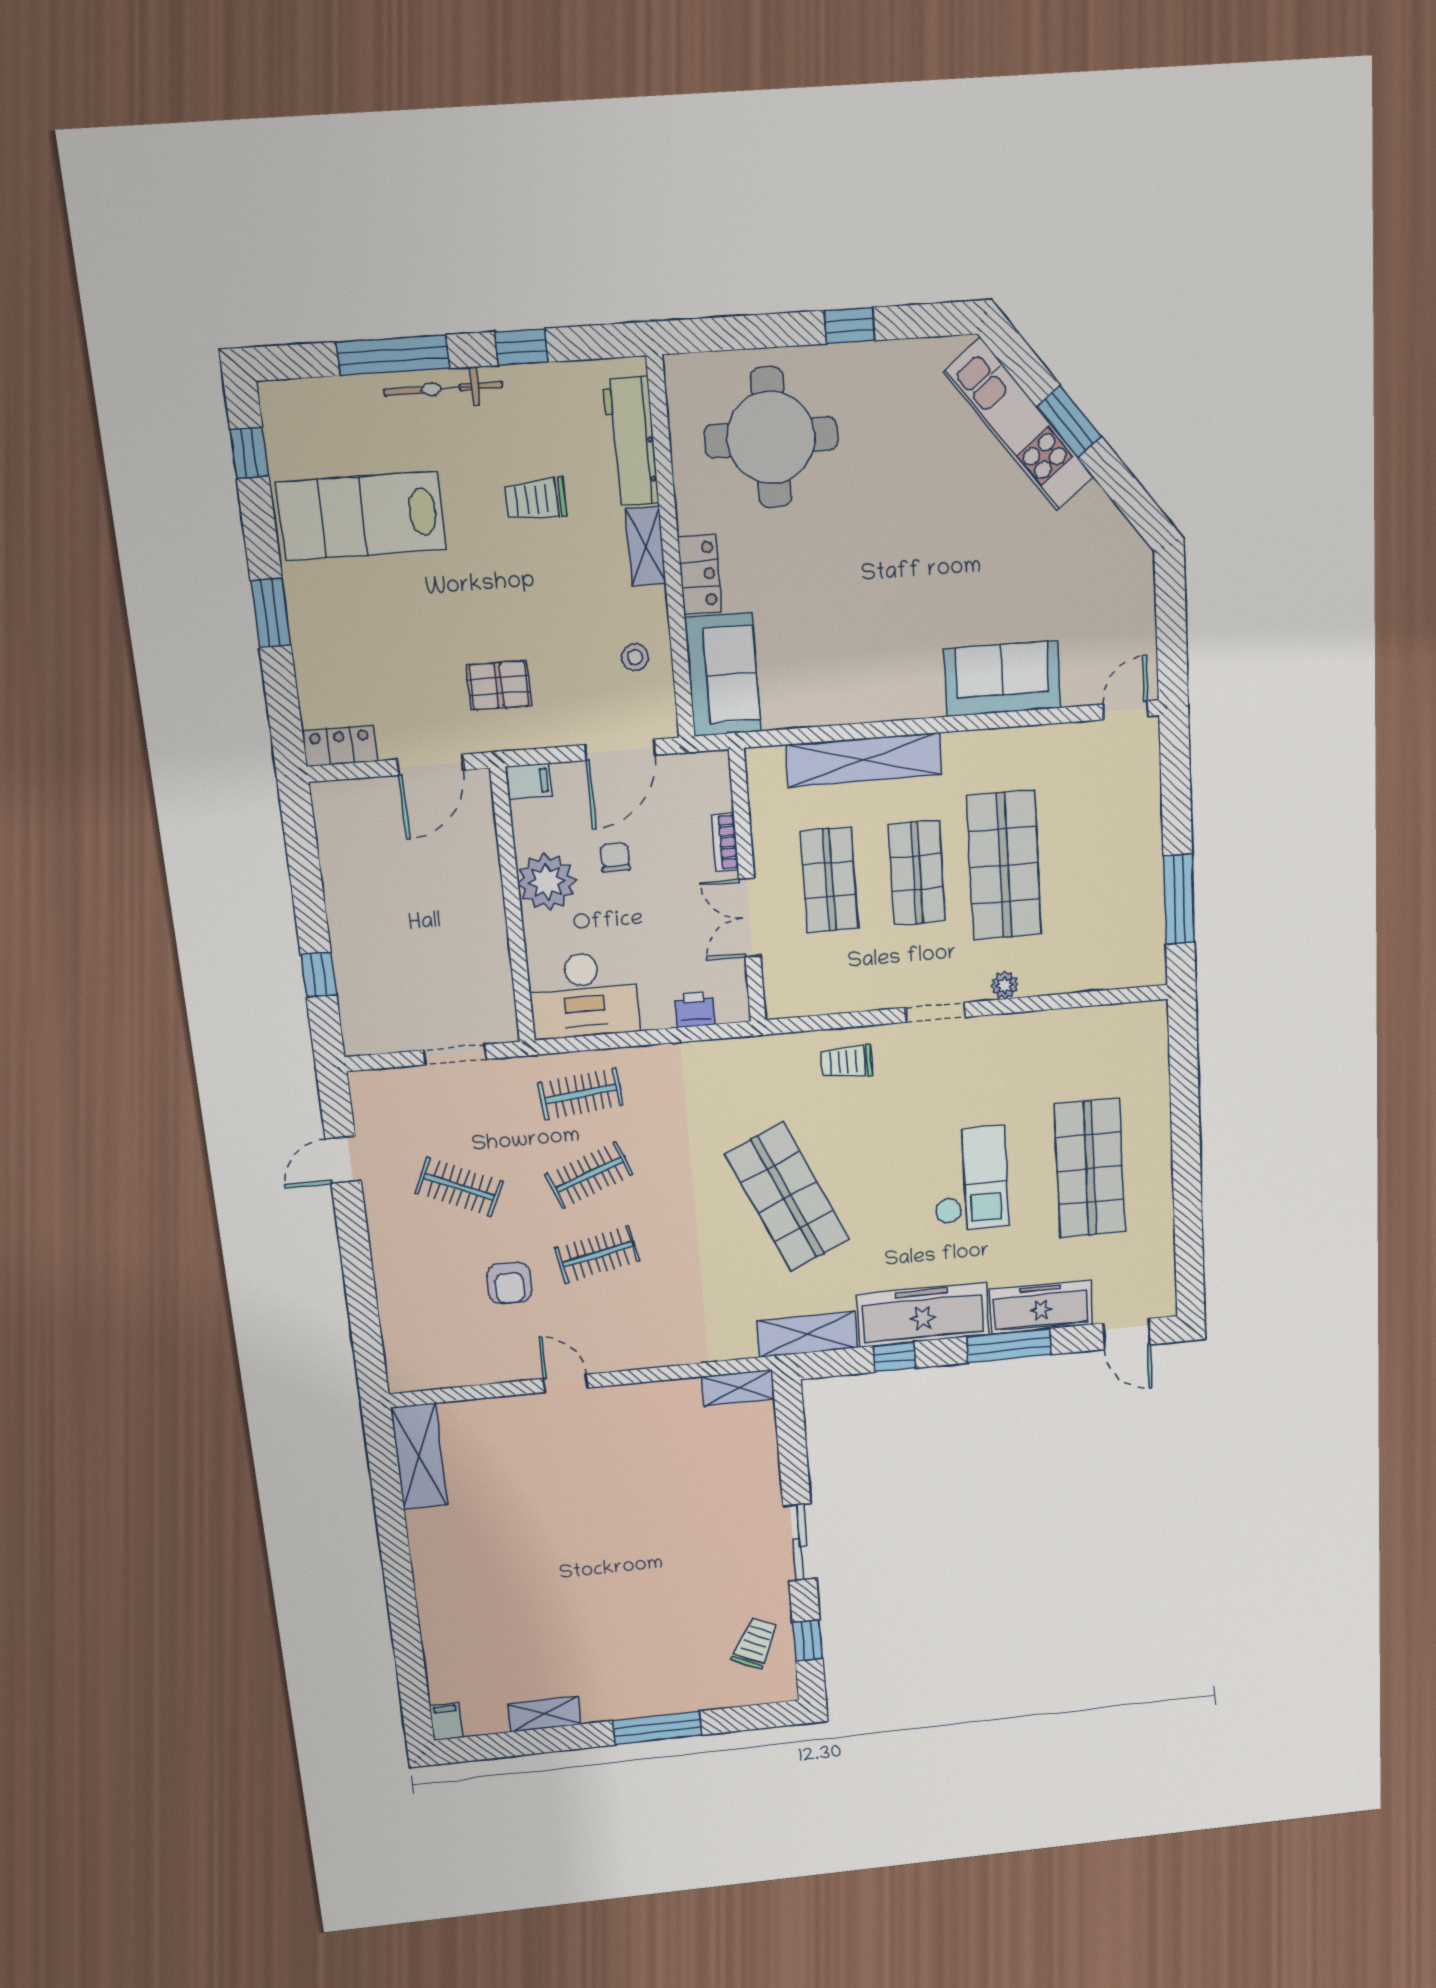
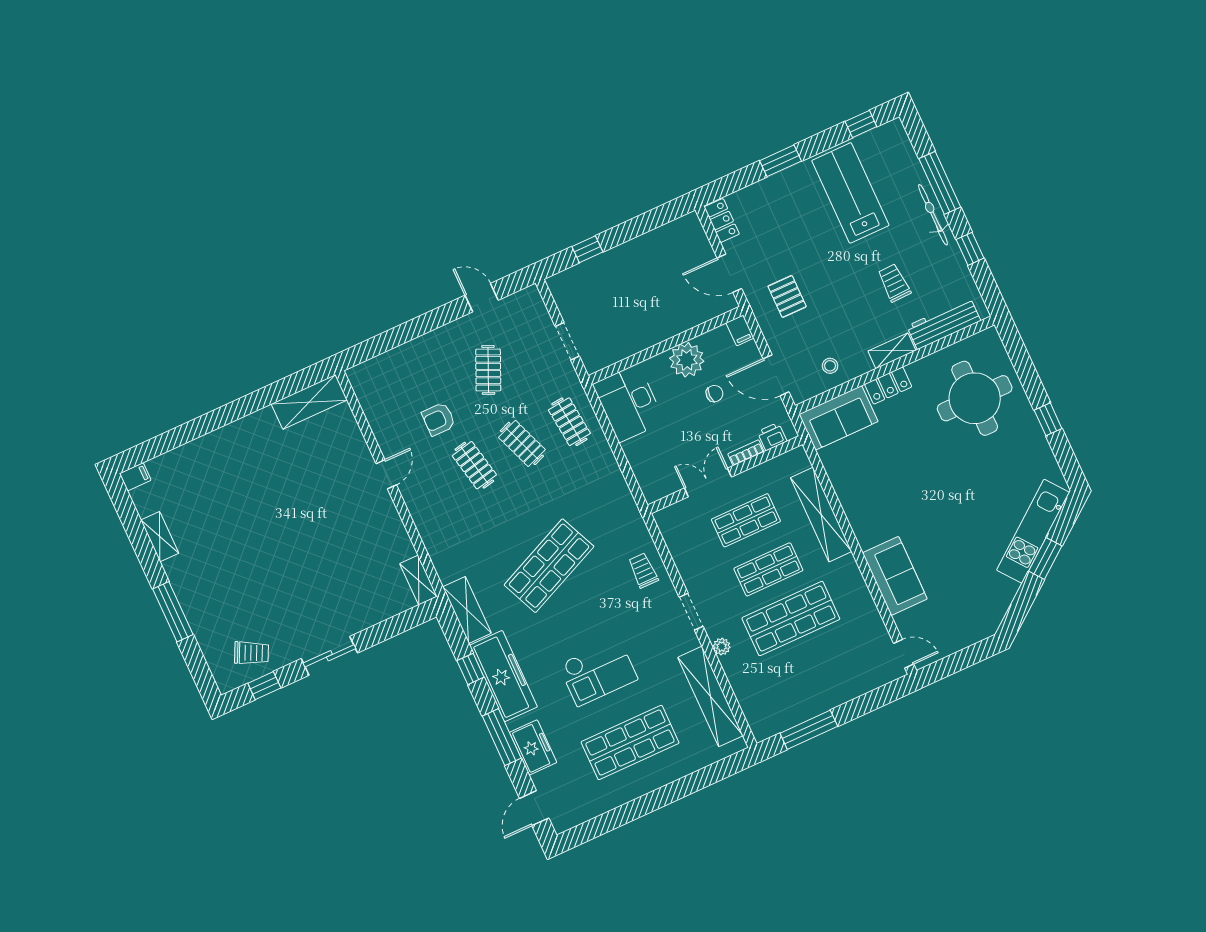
printer: (695, 1009) -> (772, 437), moved, turned -90
shelving: (1071, 1028) -> (710, 697), added
freezer: (1041, 1307) -> (533, 747), width x0.71

